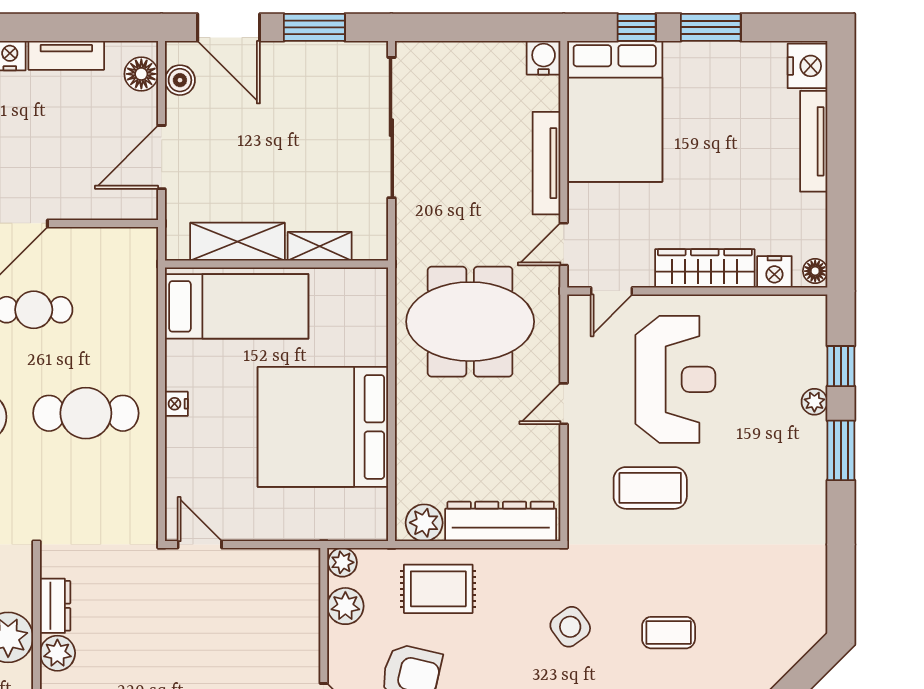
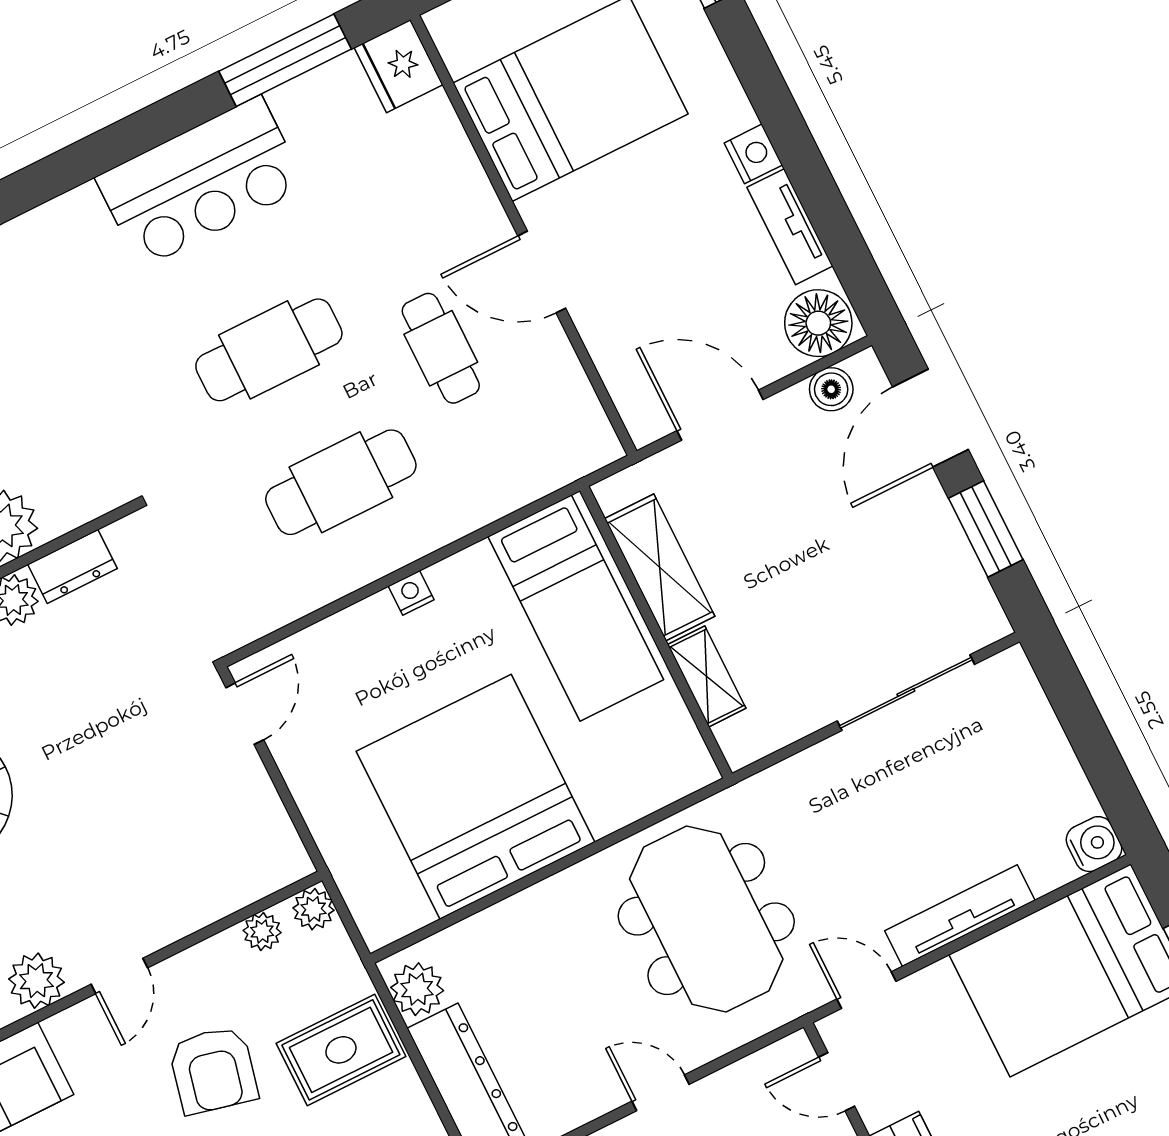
floor lamp: (141, 74) -> (818, 323), width x1.38, depth x1.38
sliding door: (391, 128) -> (906, 693), width x0.73
cafe table: (86, 413) -> (341, 482), turned 90
rug: (438, 589) -> (341, 1050), turned 90
plant: (345, 606) -> (262, 931), width x0.73, depth x0.73

